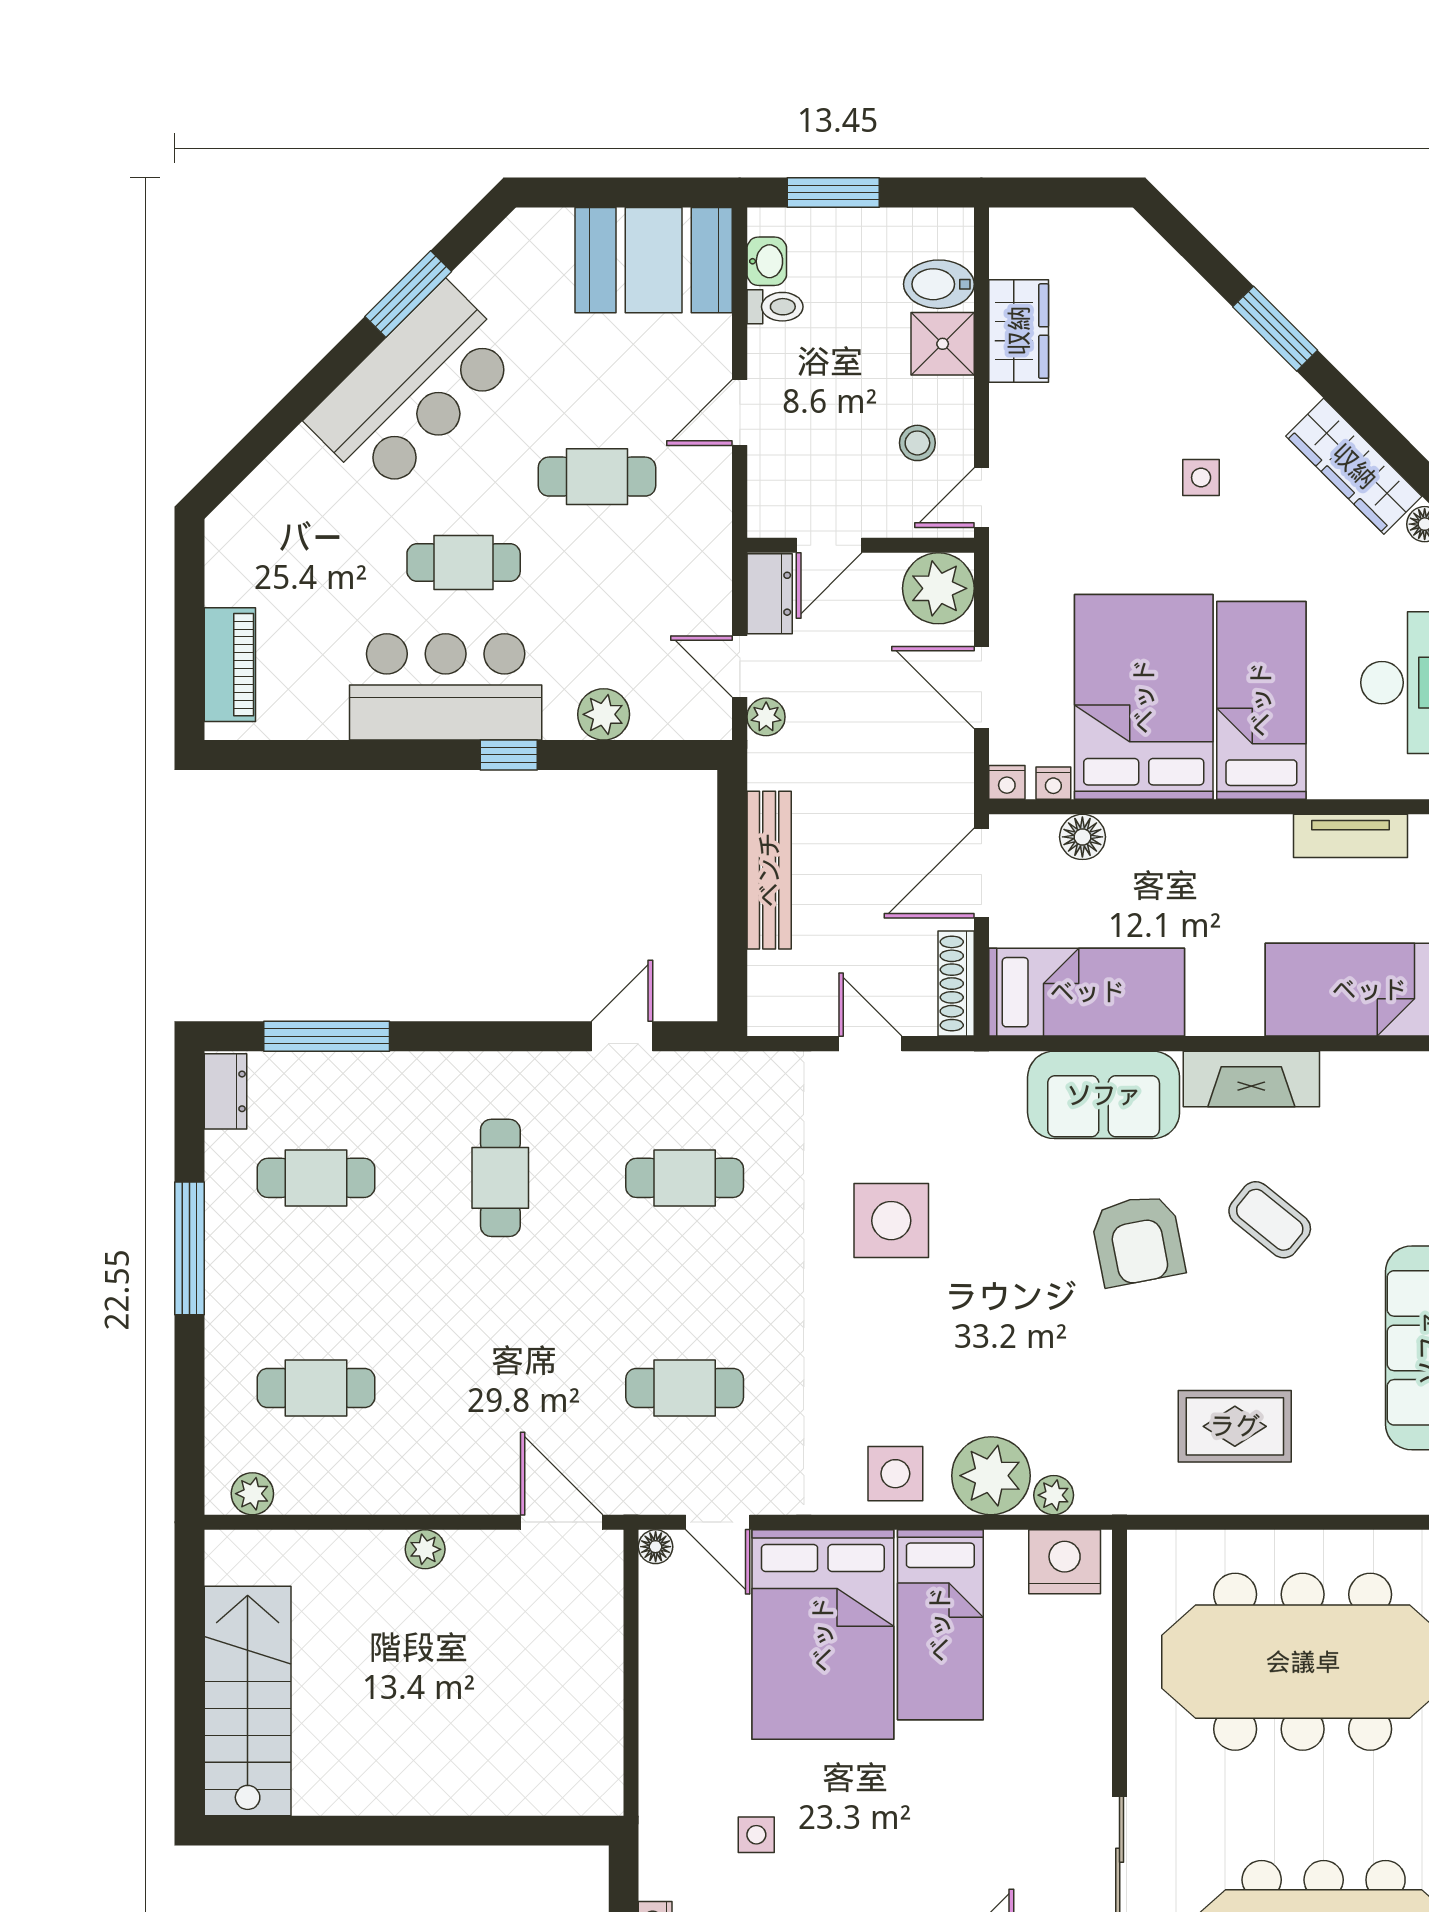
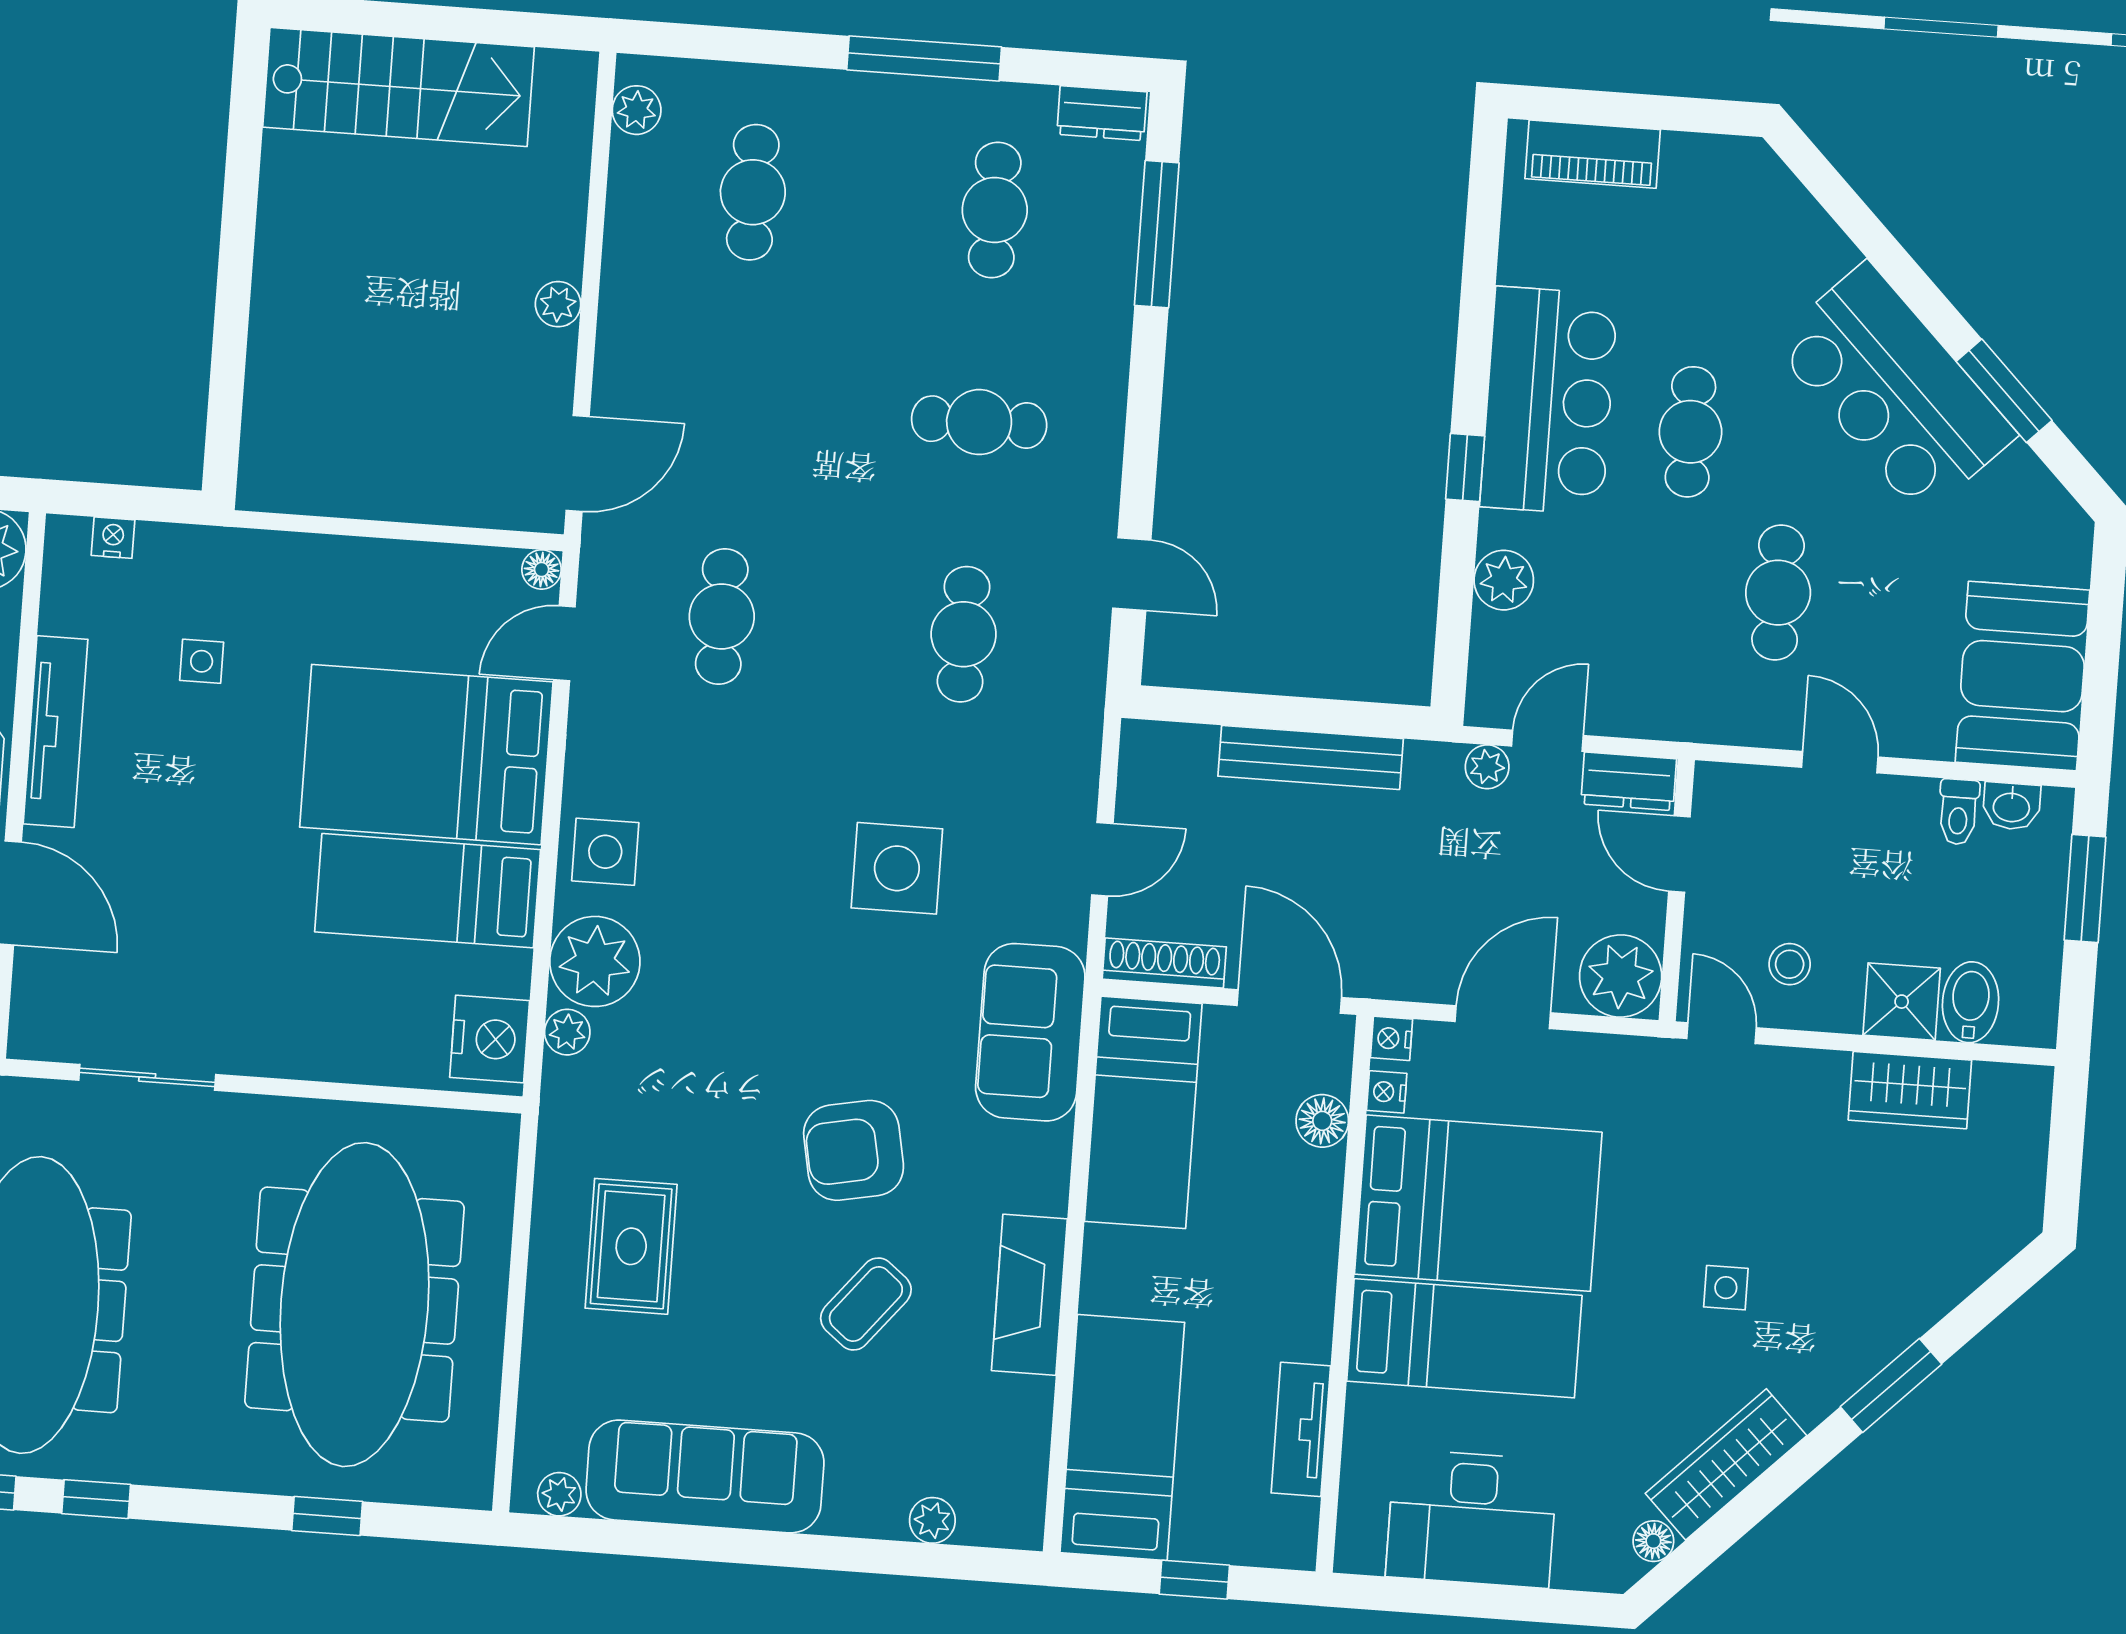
sofa: (1104, 1095) -> (1030, 1032), moved

